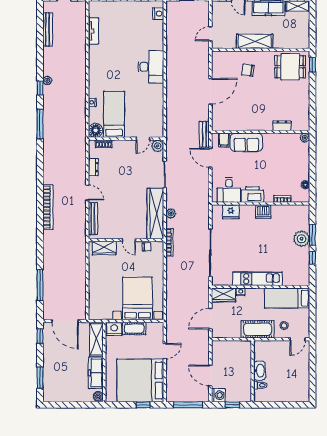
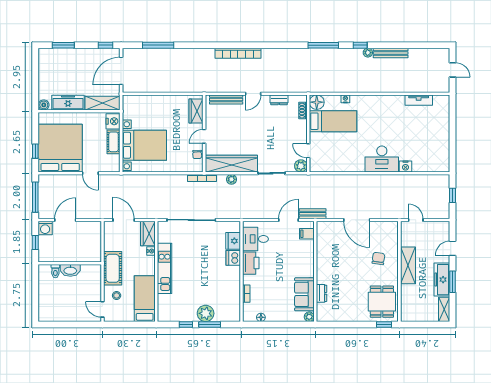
nightstand: (158, 14) -> (405, 166), moved
bench: (48, 29) -> (391, 53), moved
sofa: (246, 142) -> (304, 294), moved
dishwasher: (263, 212) -> (233, 258), moved

